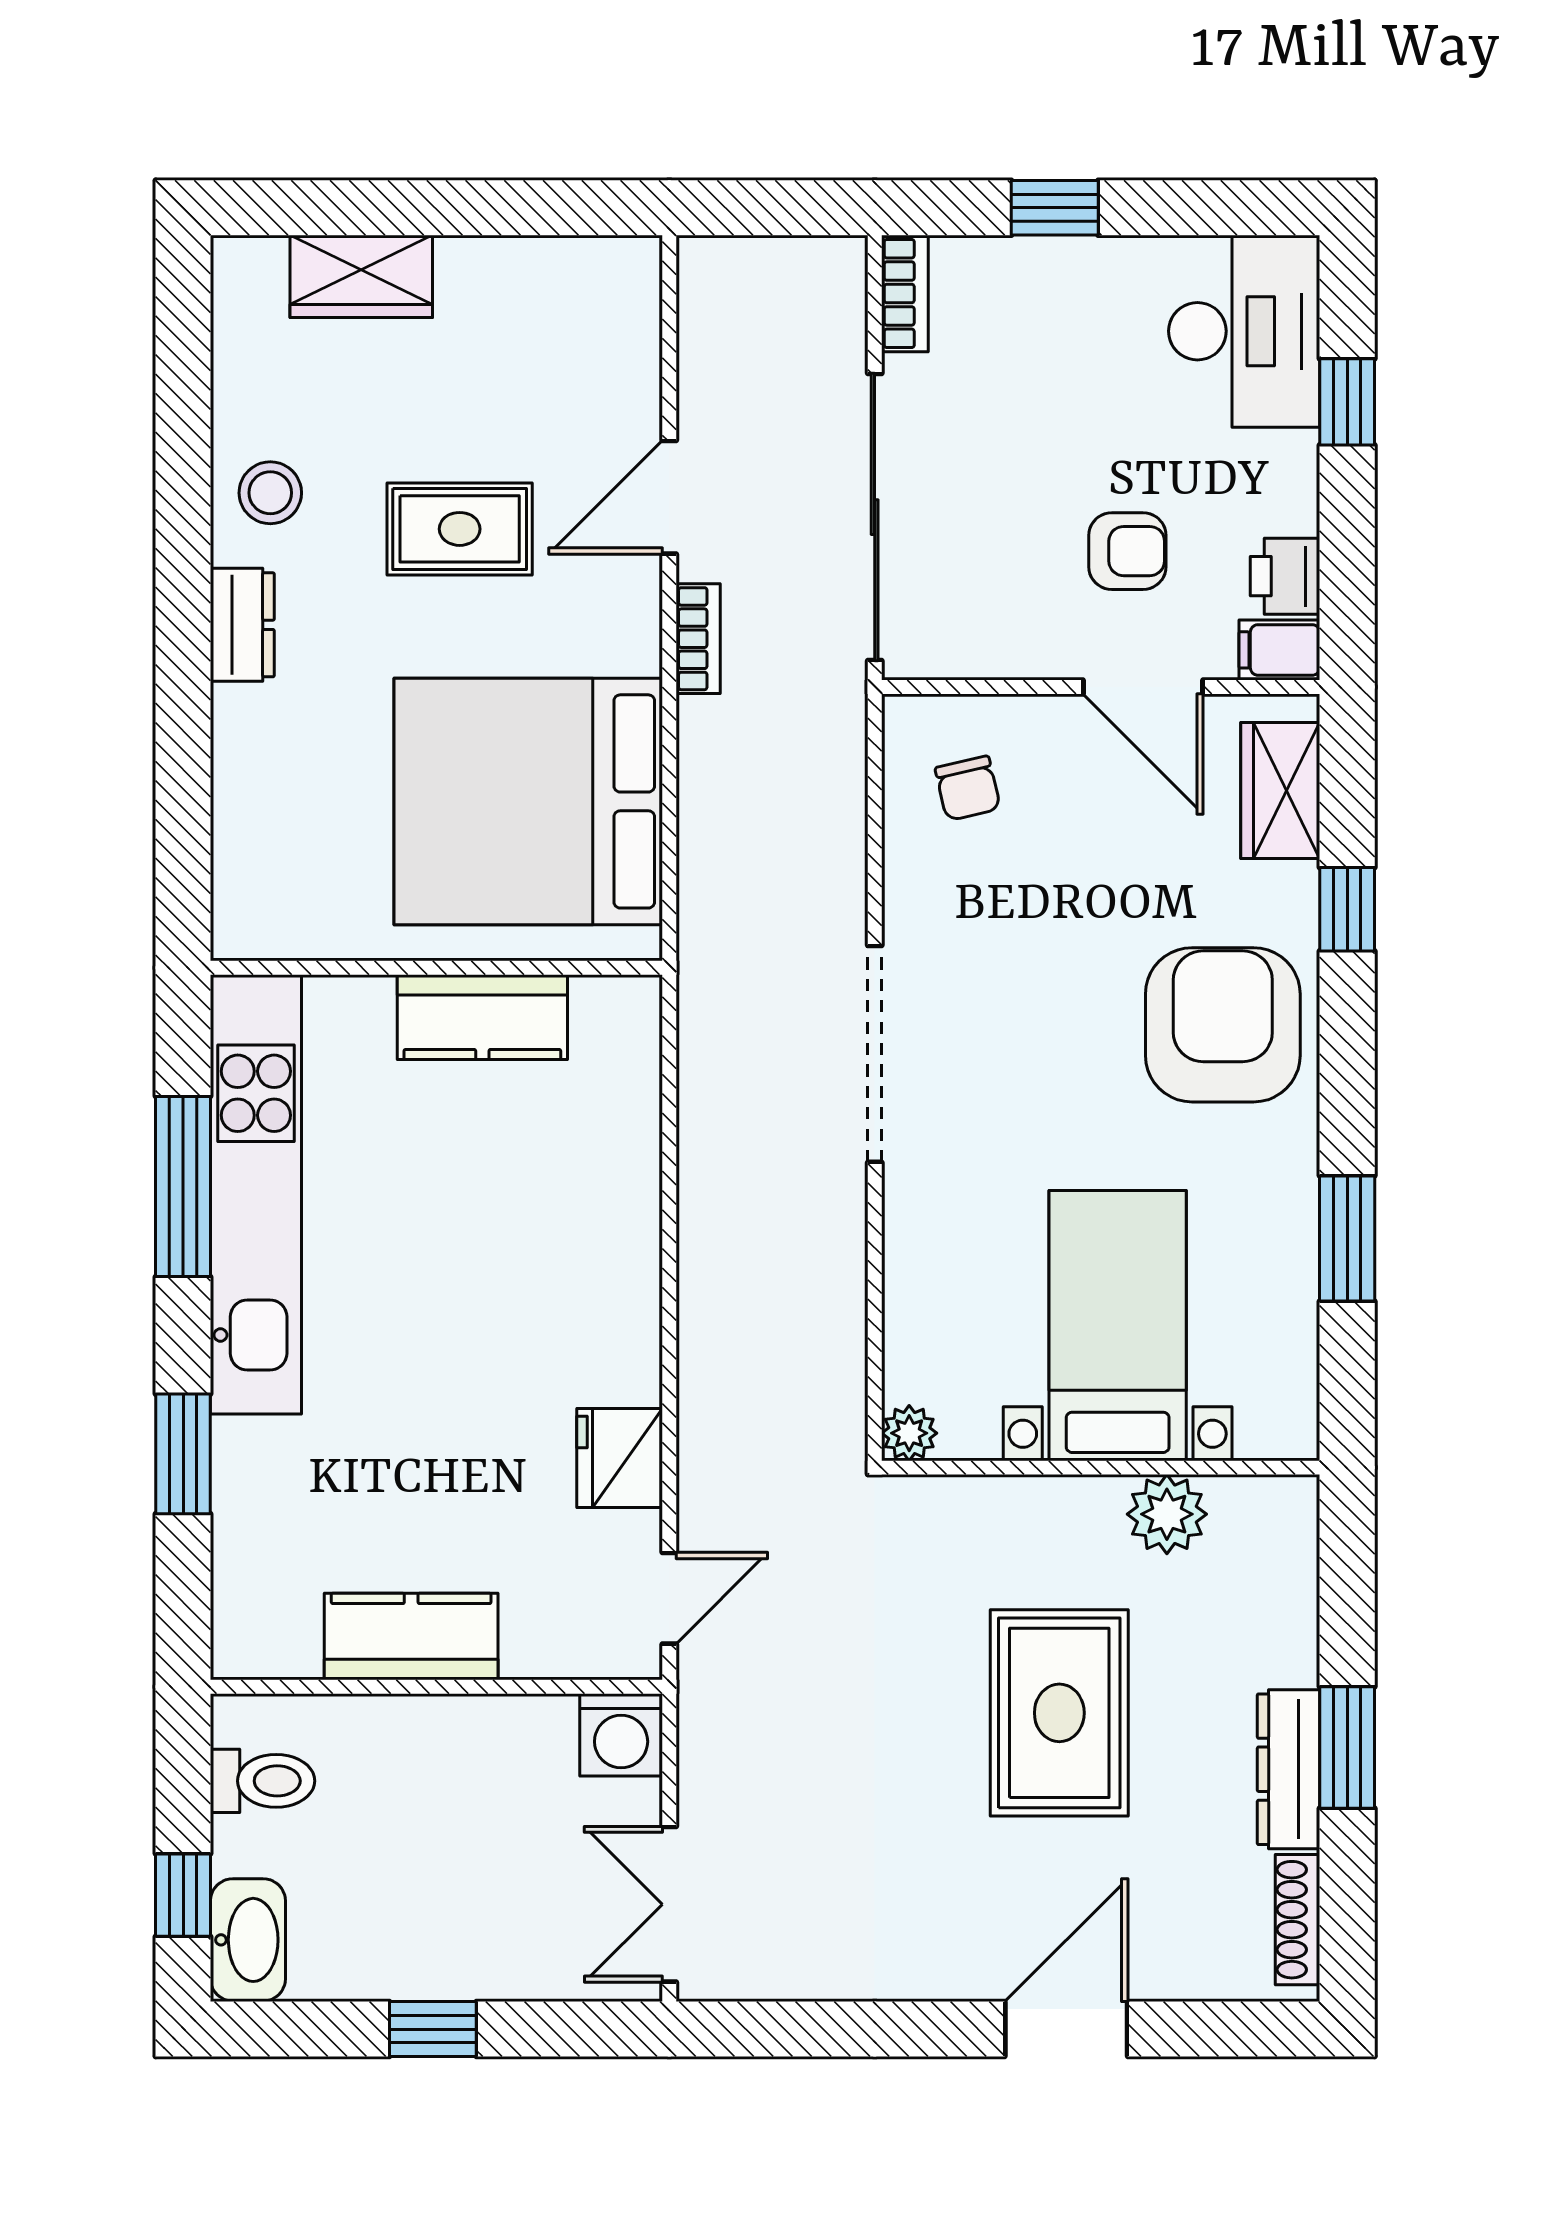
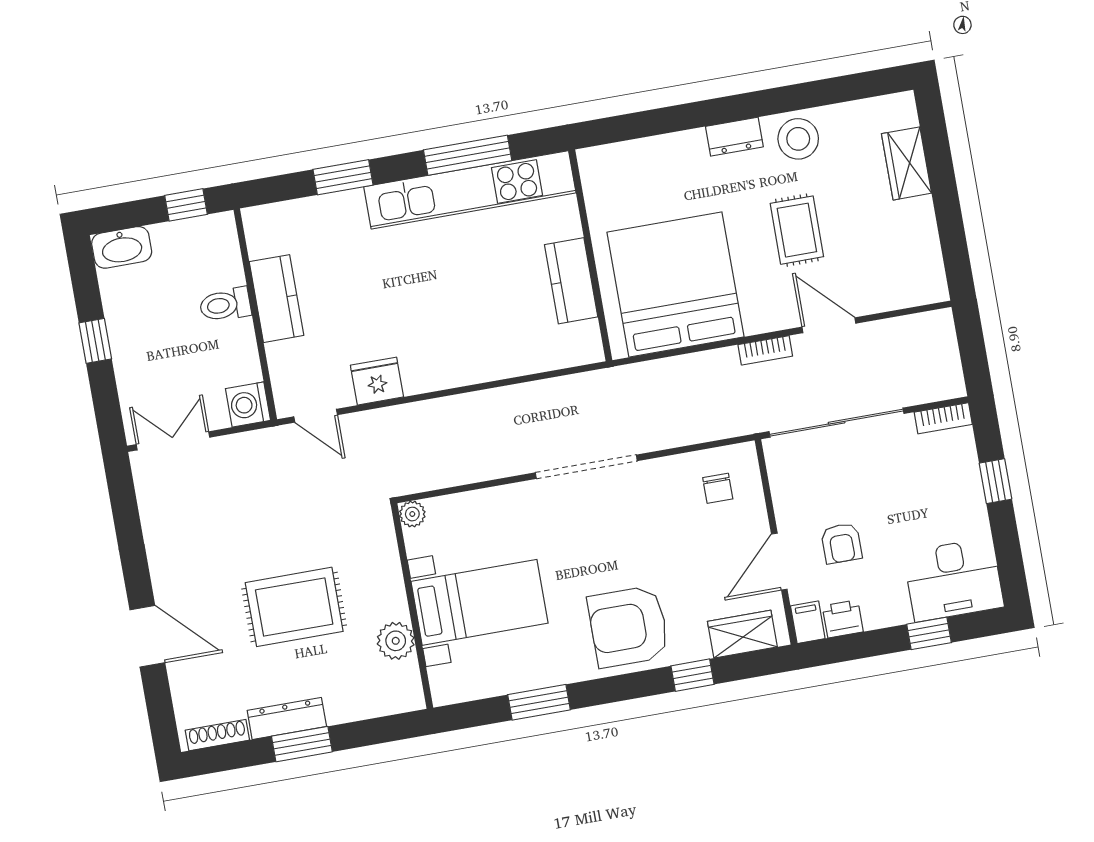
stool: (270, 493) -> (798, 139), width x1.38, depth x1.38
chair: (968, 788) -> (718, 488), turned -77
armchair: (1223, 1025) -> (628, 627), turned 180
toilet: (263, 1781) -> (225, 305), moved, turned 90
window: (183, 1895) -> (186, 205), moved

